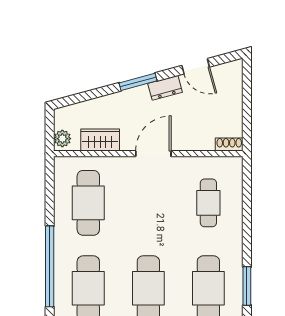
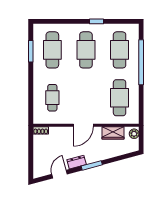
door: (196, 66) -> (59, 174), hinge flipped

